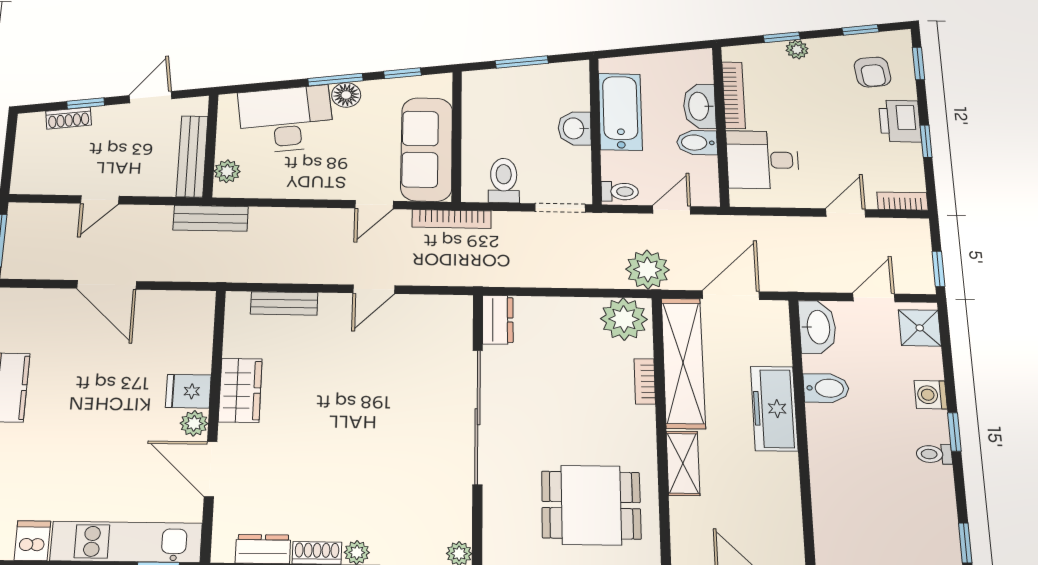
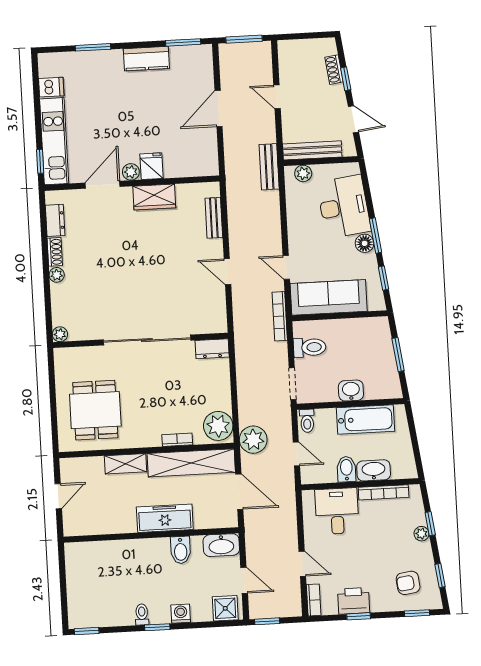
printer: (900, 121) -> (354, 601), moved

